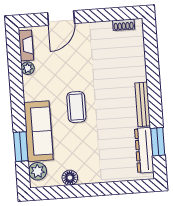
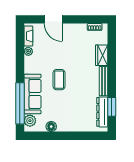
door: (61, 18) -> (53, 19), hinge flipped
wardrobe: (137, 66) -> (102, 55), added
window: (21, 147) -> (20, 103), width x2.11

